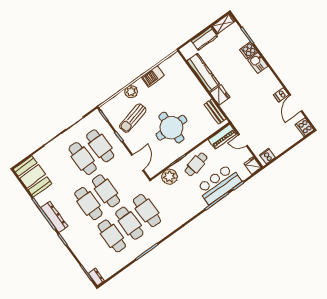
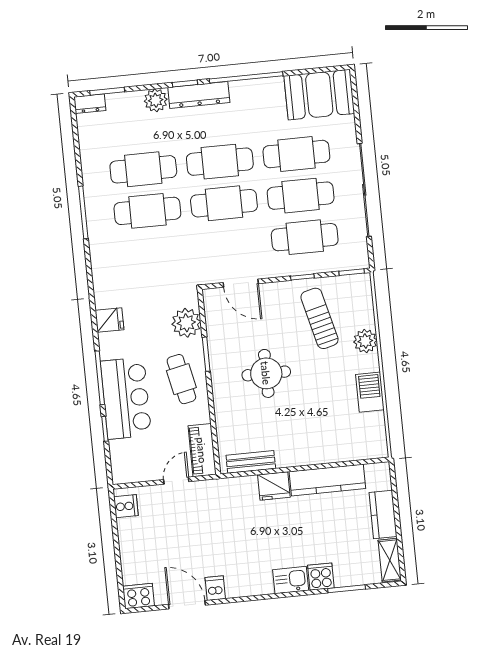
round table: (171, 128) -> (266, 373), width x0.73, depth x0.73
fridge: (253, 165) -> (109, 320), moved
cafe table: (147, 211) -> (296, 154), moved
dresser: (54, 217) -> (199, 95), moved
plant: (78, 248) -> (156, 100), added

